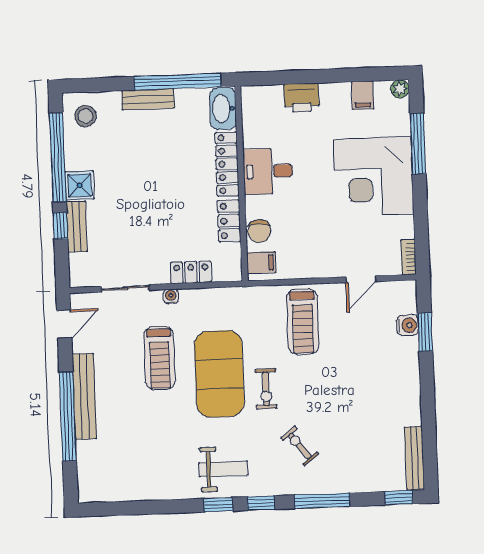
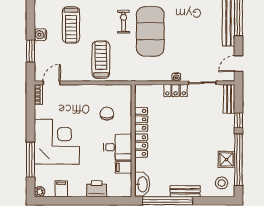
locker: (227, 164) -> (141, 146), width x0.66
shower: (80, 185) -> (227, 159), moved
bench: (77, 227) -> (229, 99), moved
chair: (259, 231) -> (107, 114), moved
filing cabinet: (261, 263) -> (124, 167), moved
locker: (191, 272) -> (176, 91), moved
door: (361, 279) -> (52, 83), moved
water cooler: (408, 325) -> (40, 35), moved
treadmill: (160, 358) -> (71, 25), moved, turned 180

